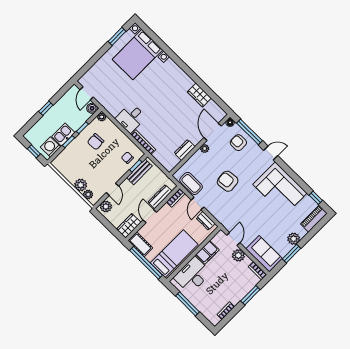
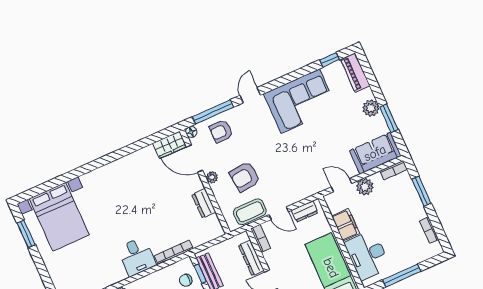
wardrobe: (199, 95) -> (170, 145), moved
armchair: (228, 181) -> (245, 177), moved

